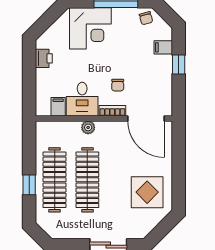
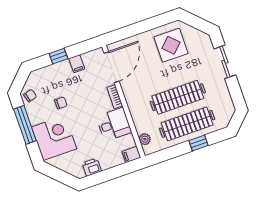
filing cabinet: (163, 47) -> (77, 64), moved
chair: (118, 85) -> (61, 103), moved
filing cabinet: (58, 107) -> (131, 155), moved
plant: (88, 127) -> (145, 139), moved

